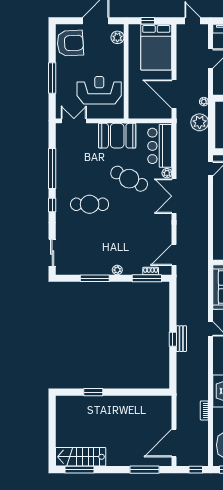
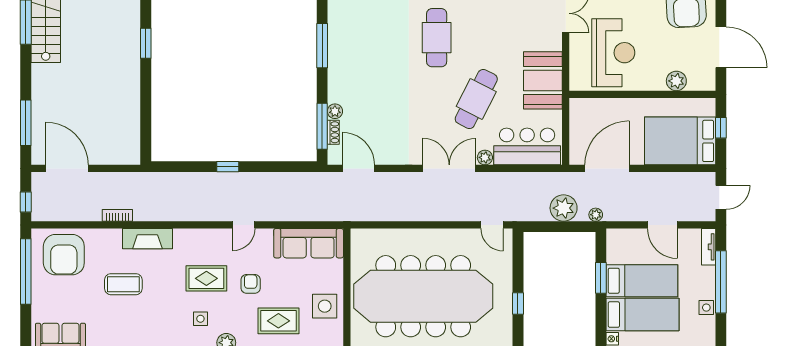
plant: (117, 37) -> (676, 81), moved
plant: (117, 270) -> (335, 111), moved
bench: (181, 339) -> (229, 180), removed

